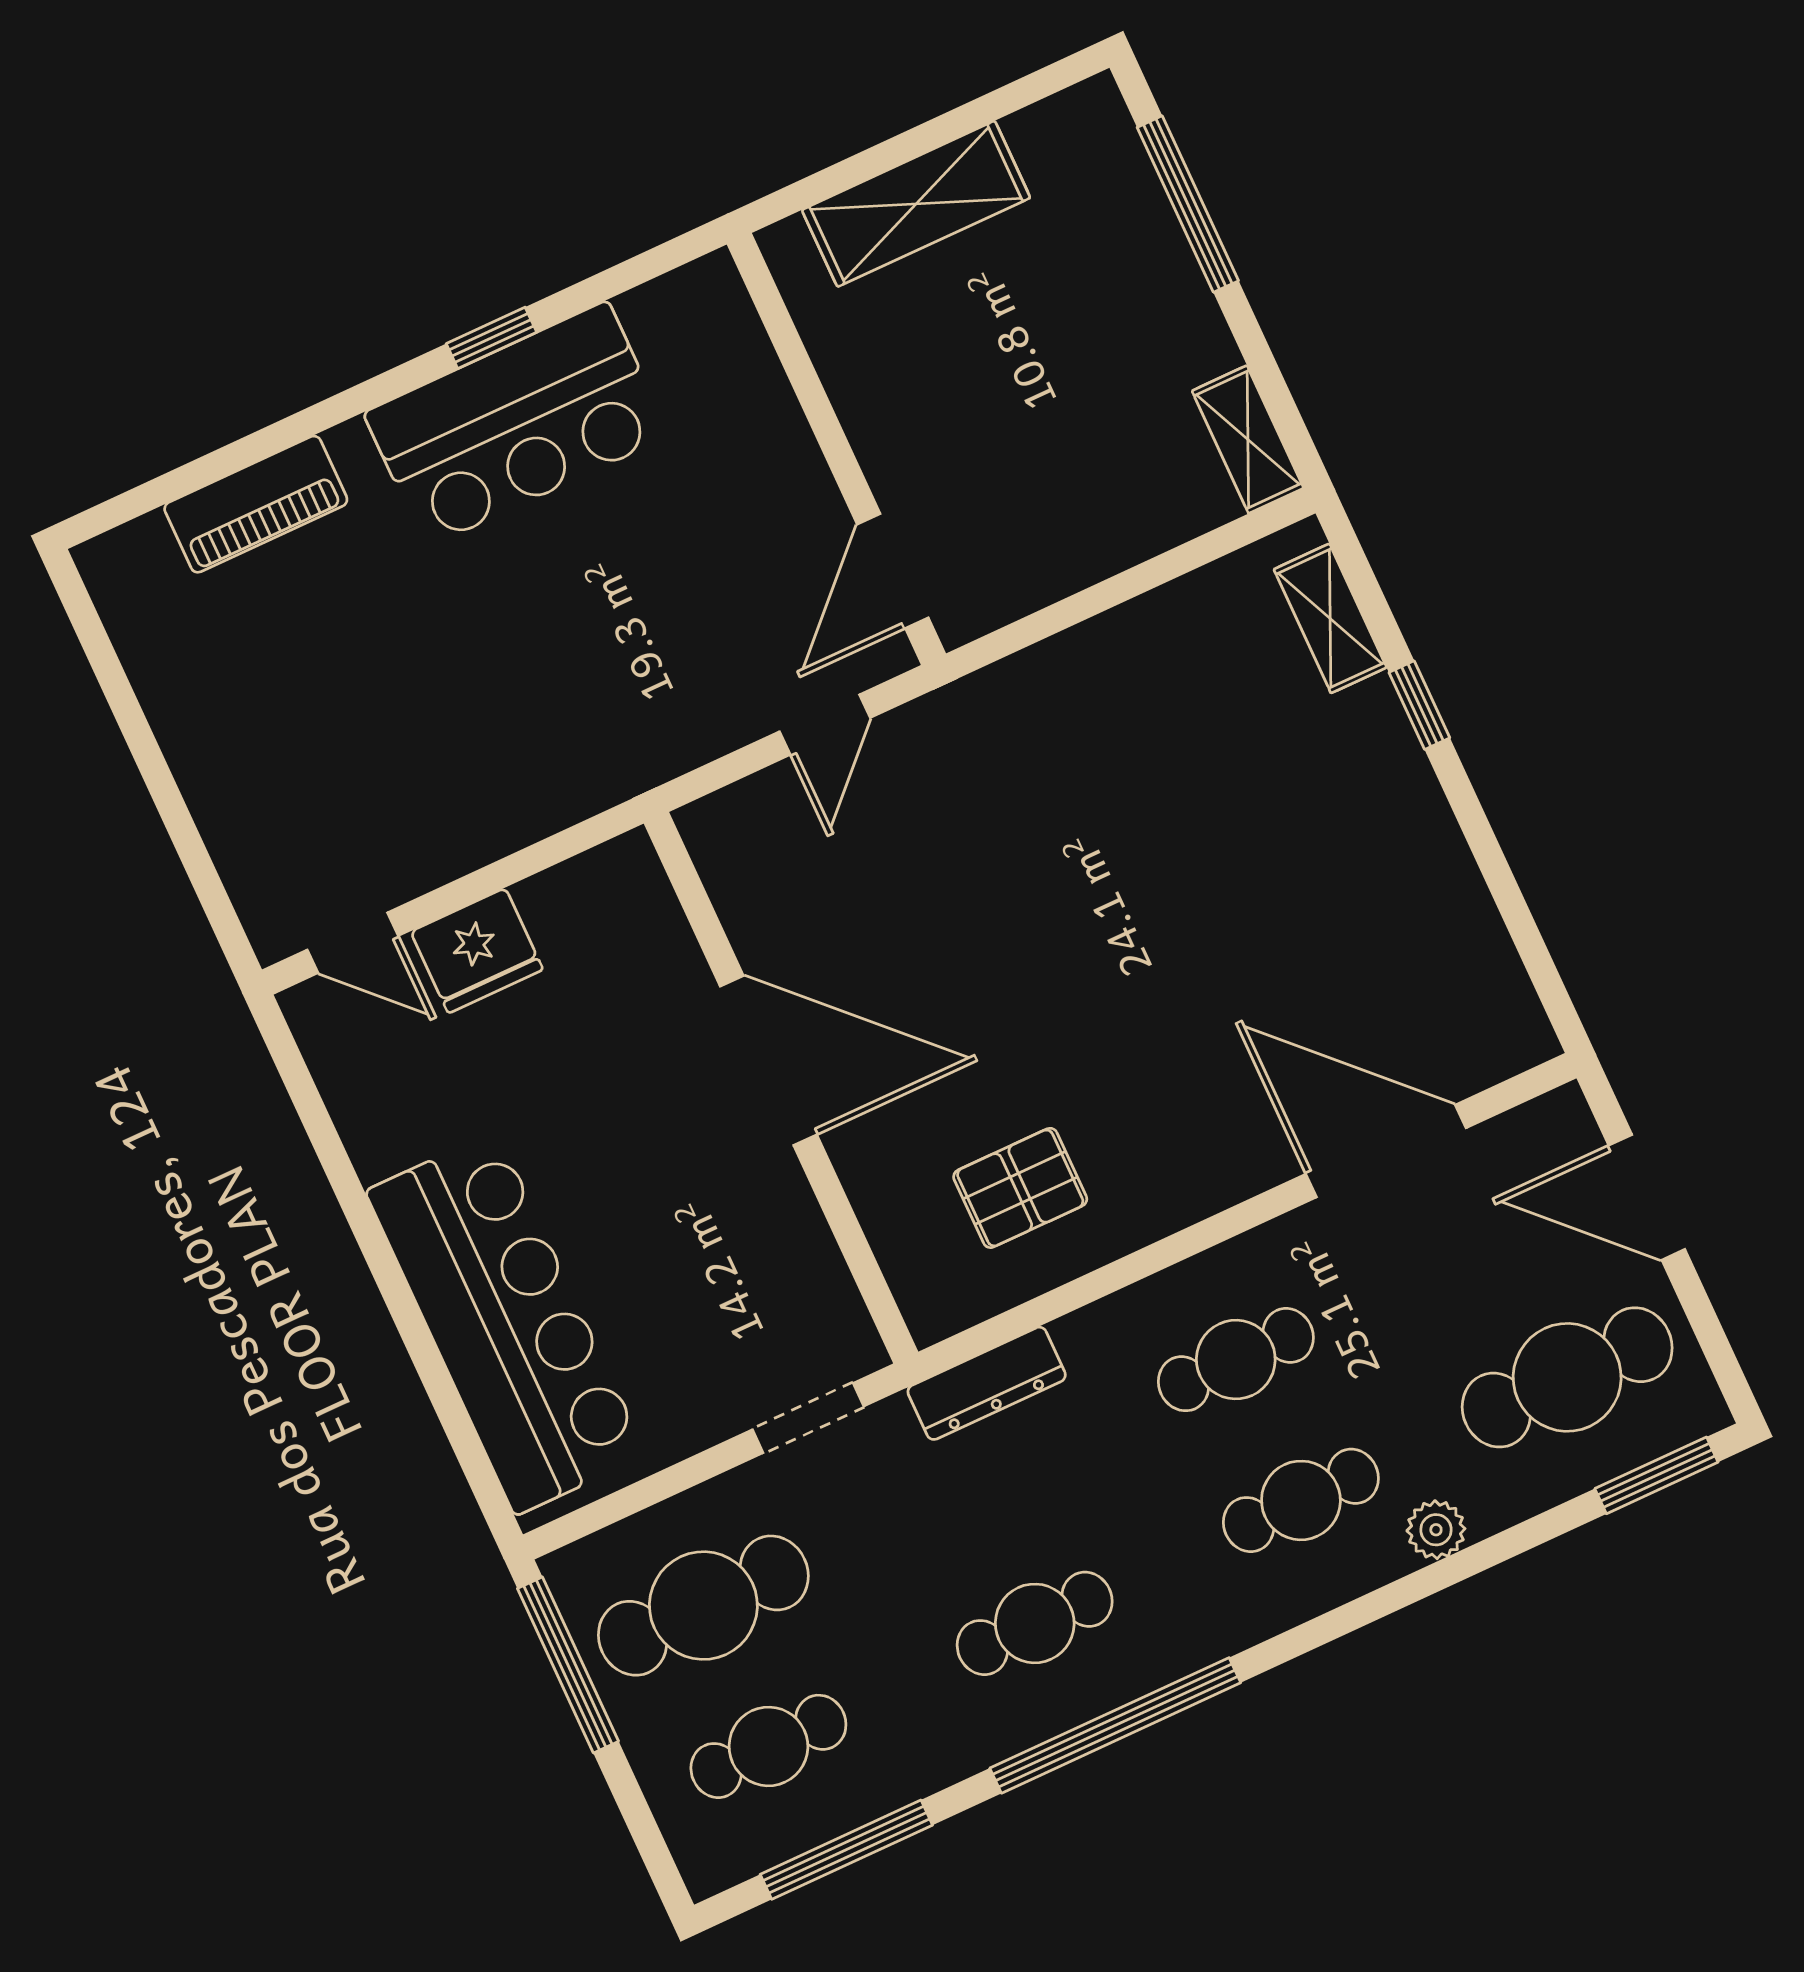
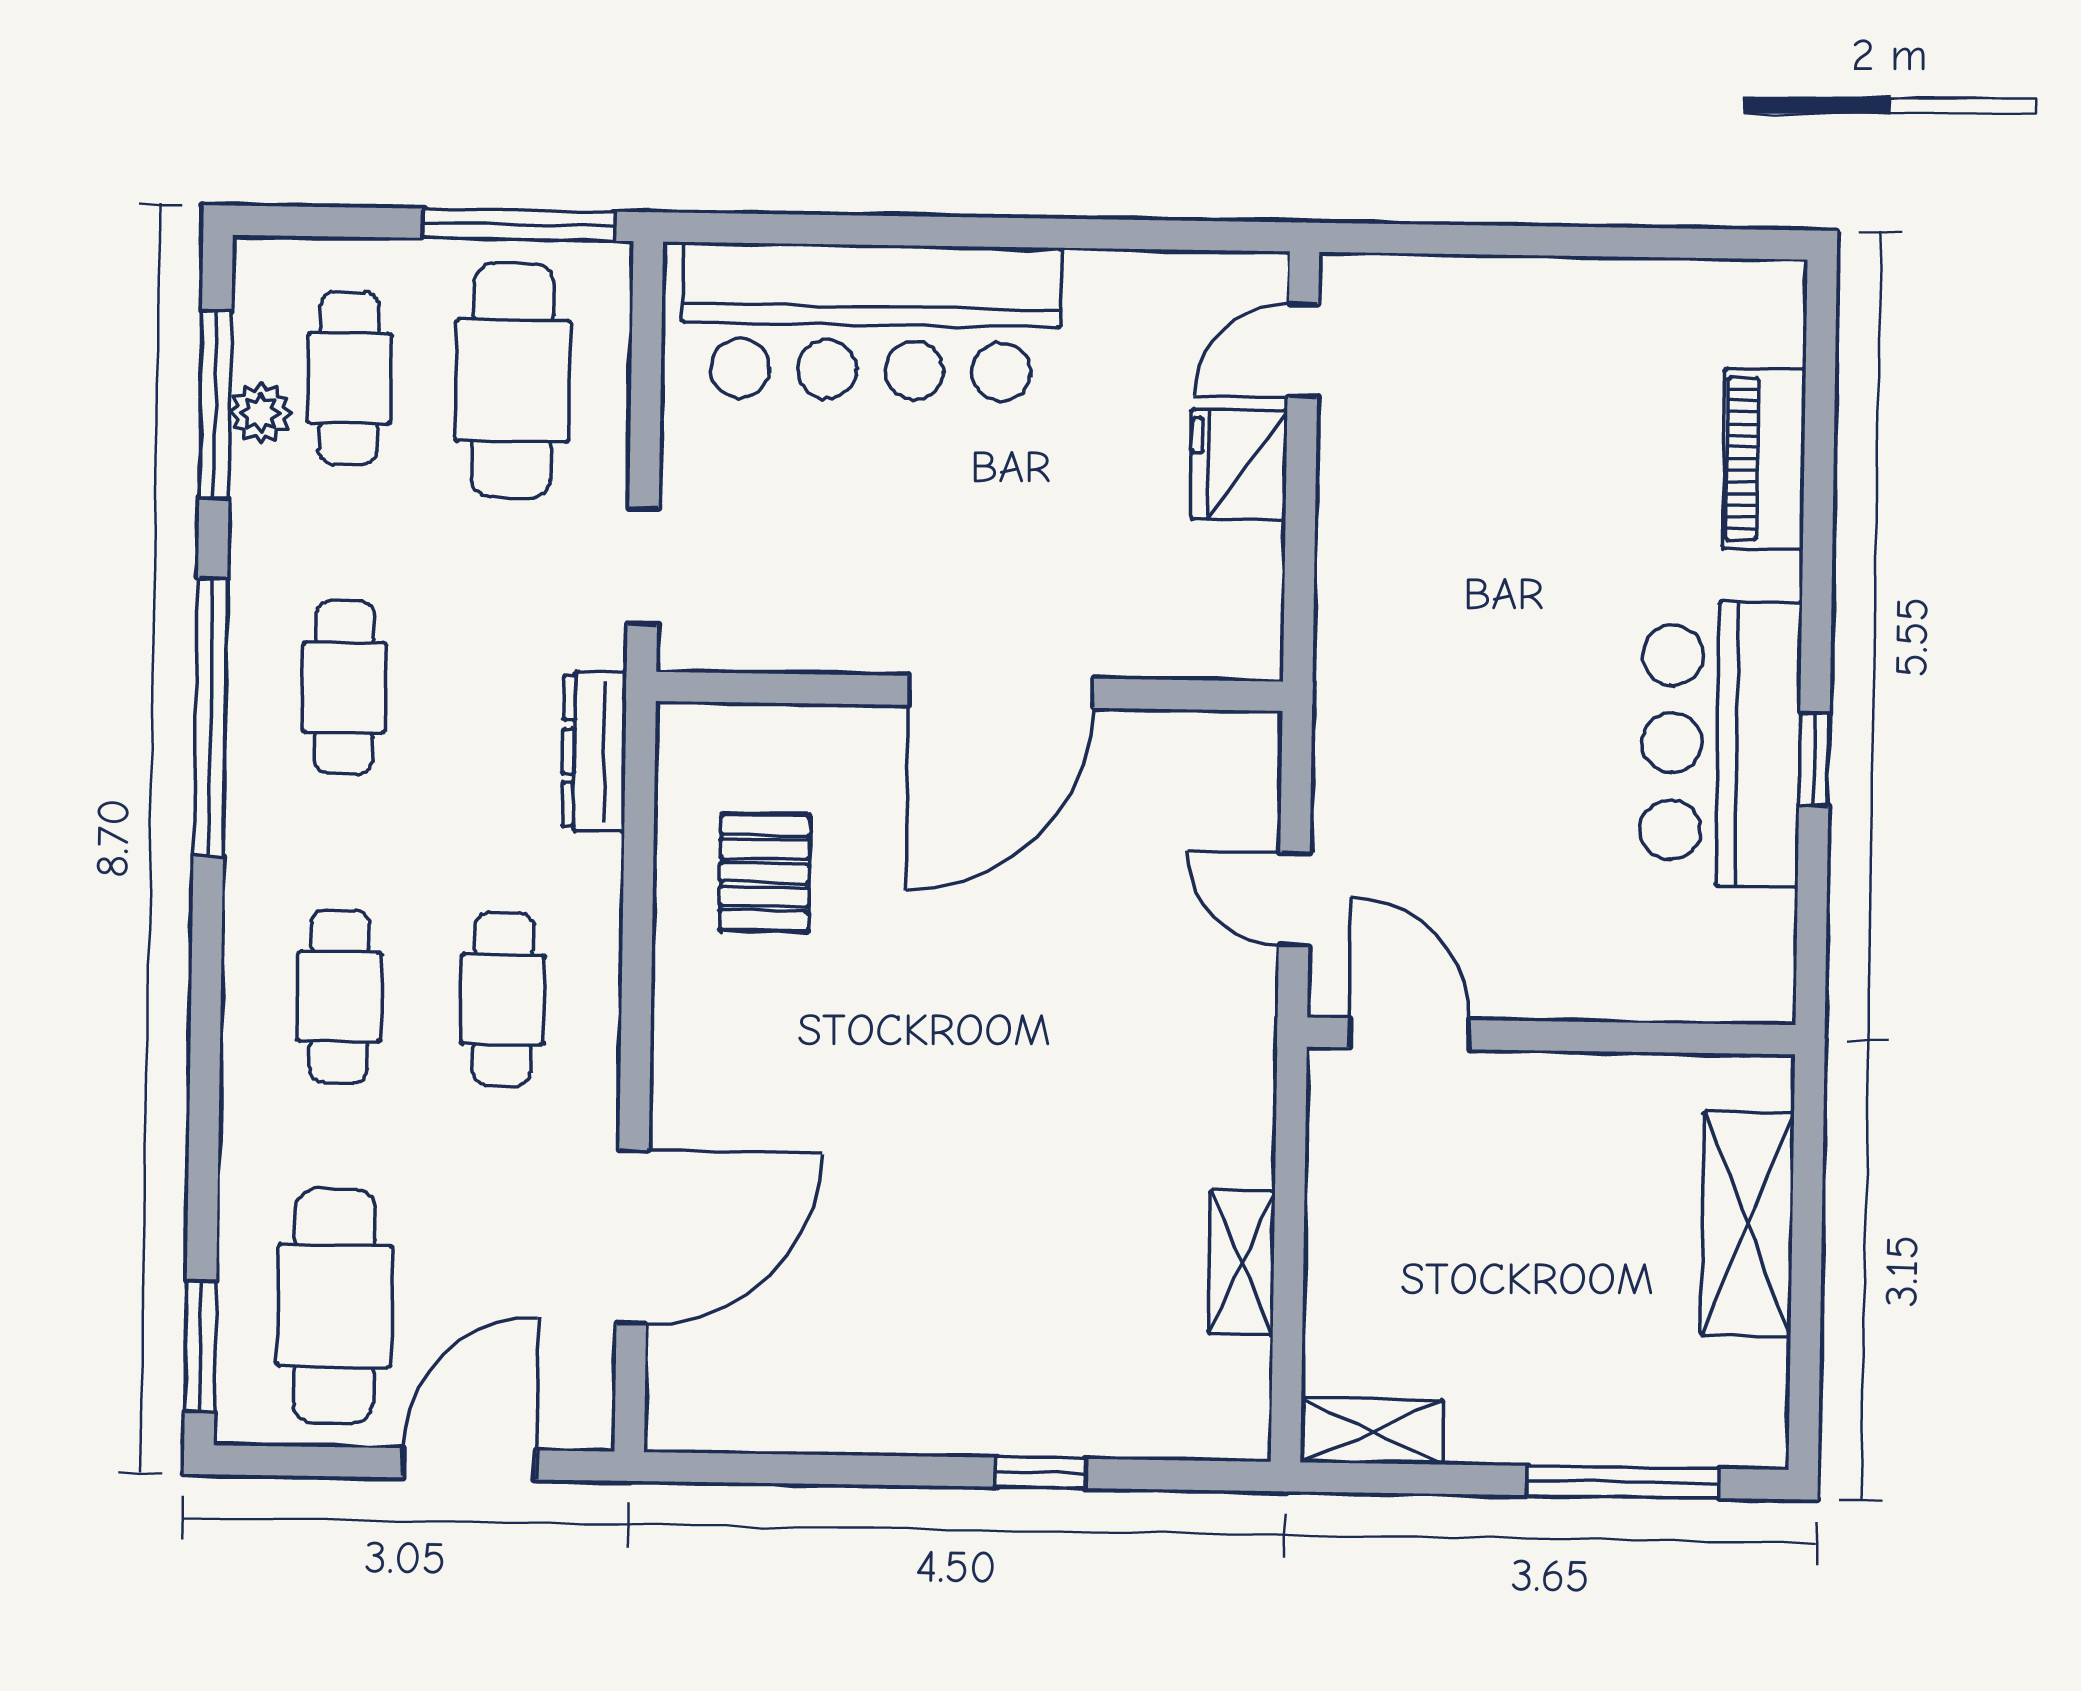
shelving: (1330, 618) -> (1242, 1262), moved, turned 90
plant: (1436, 1530) -> (261, 413), moved

